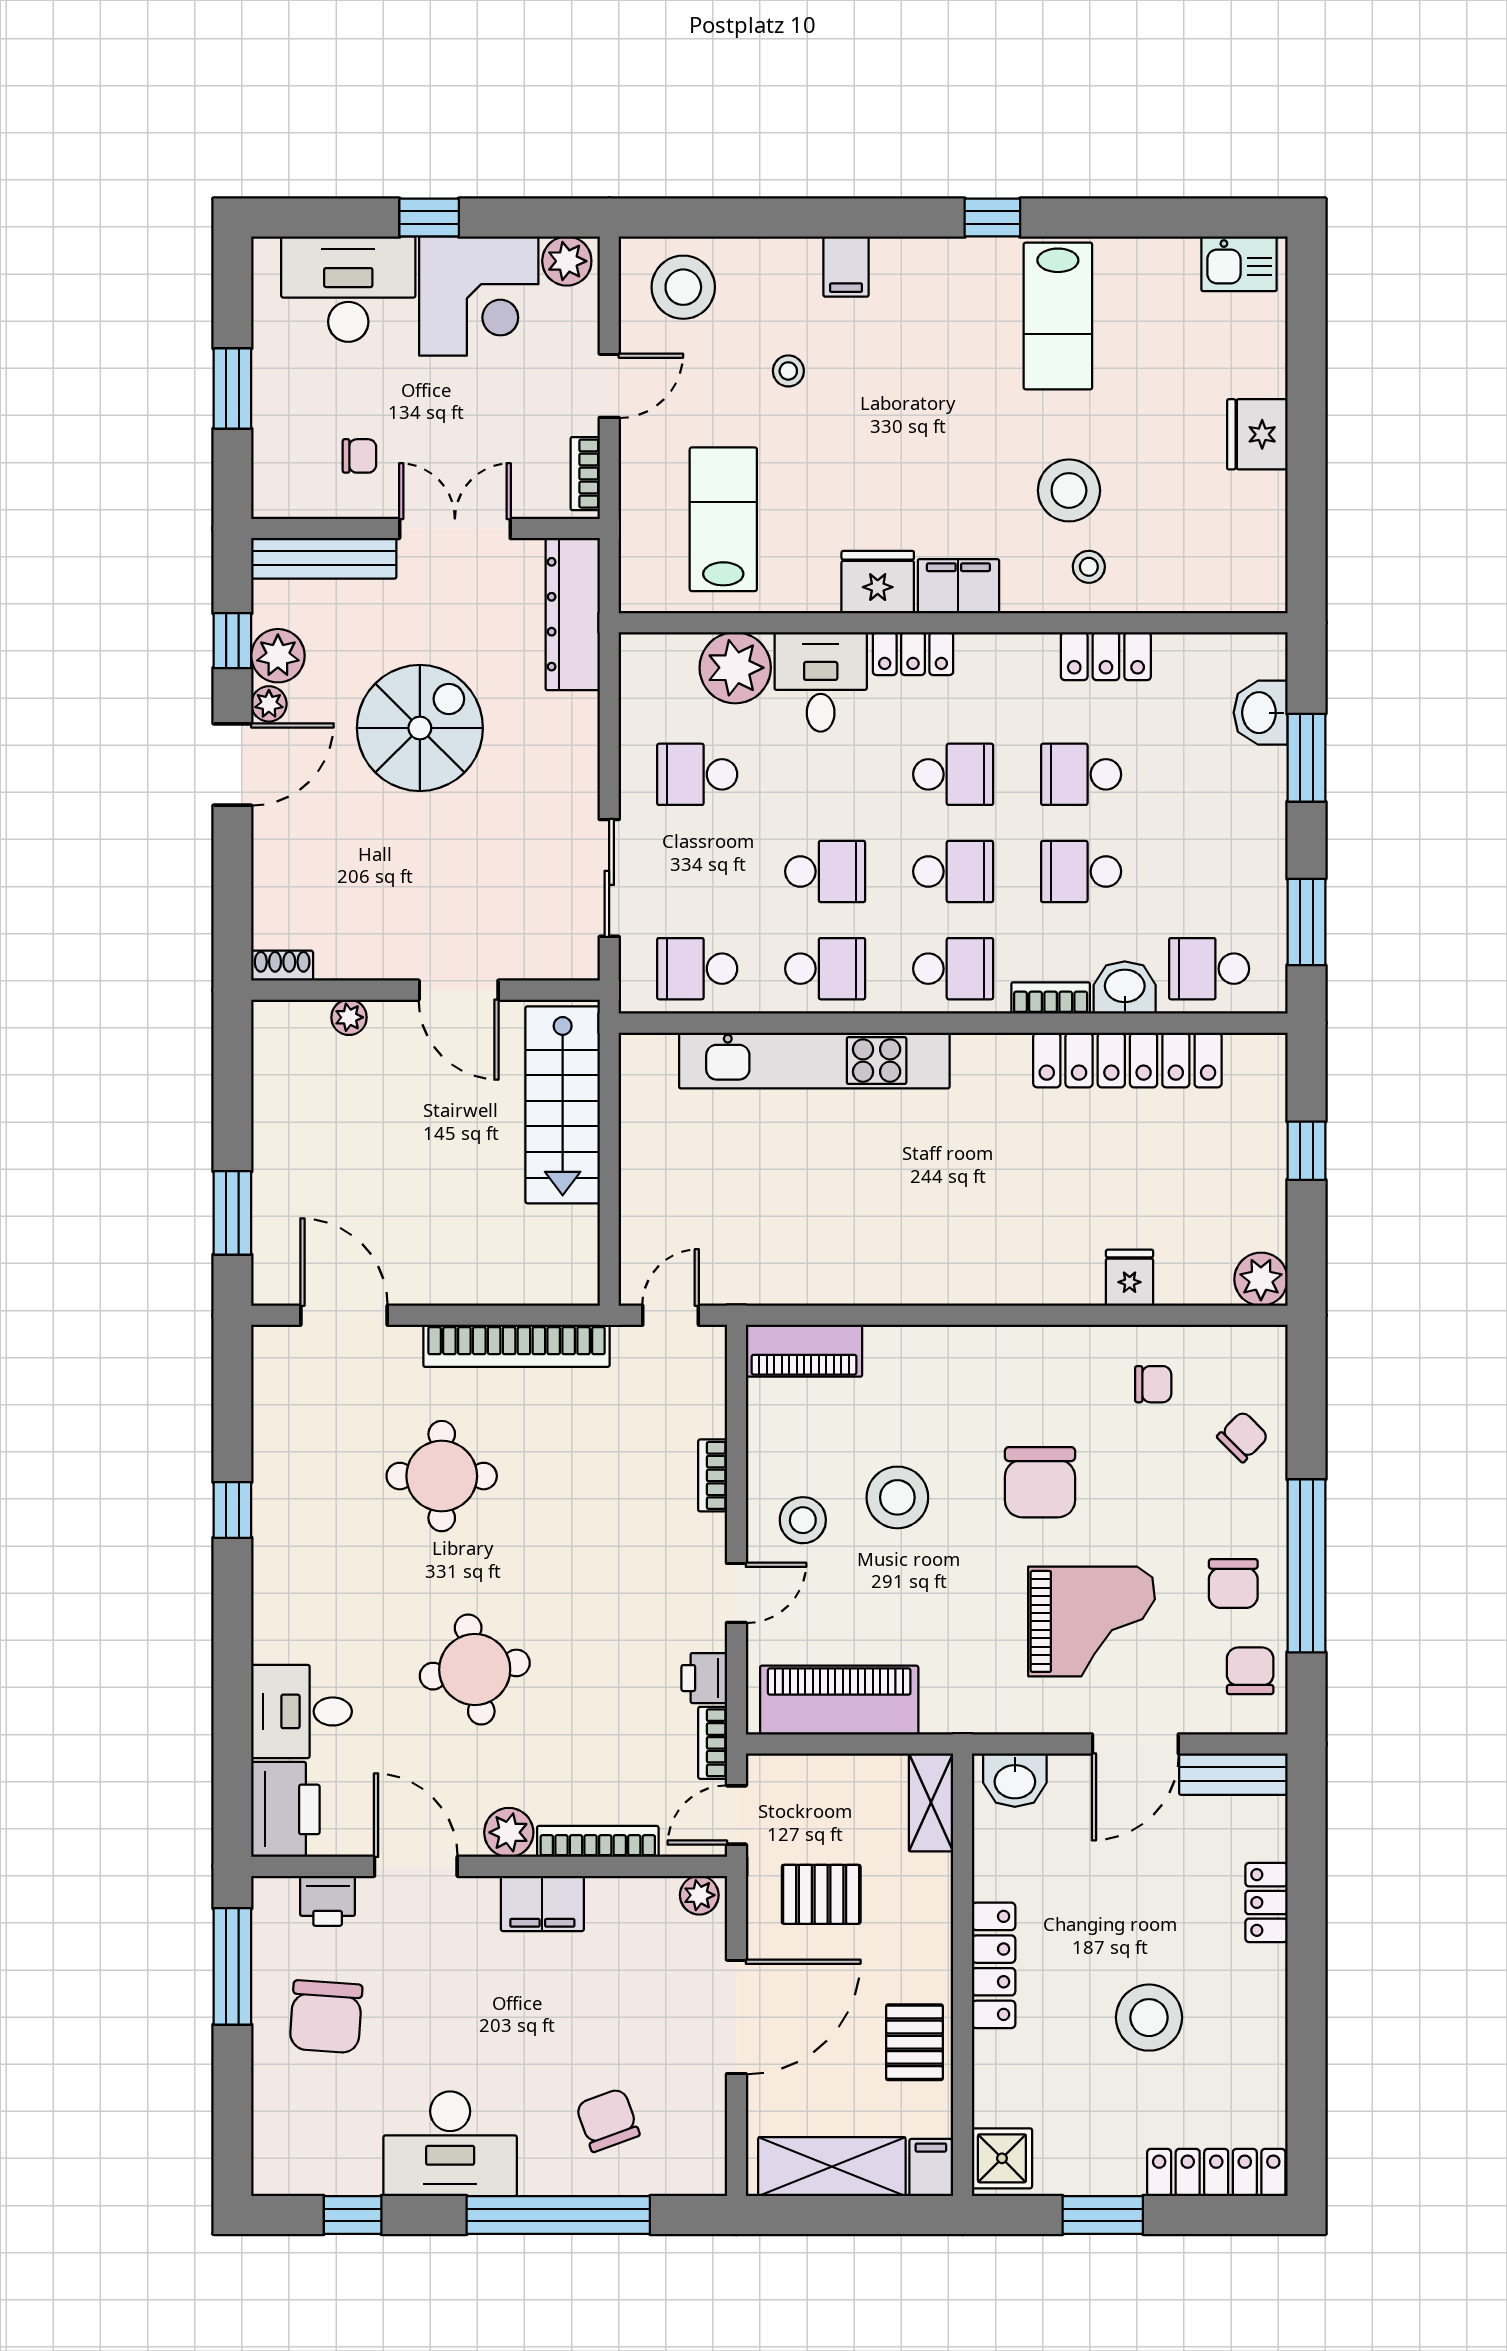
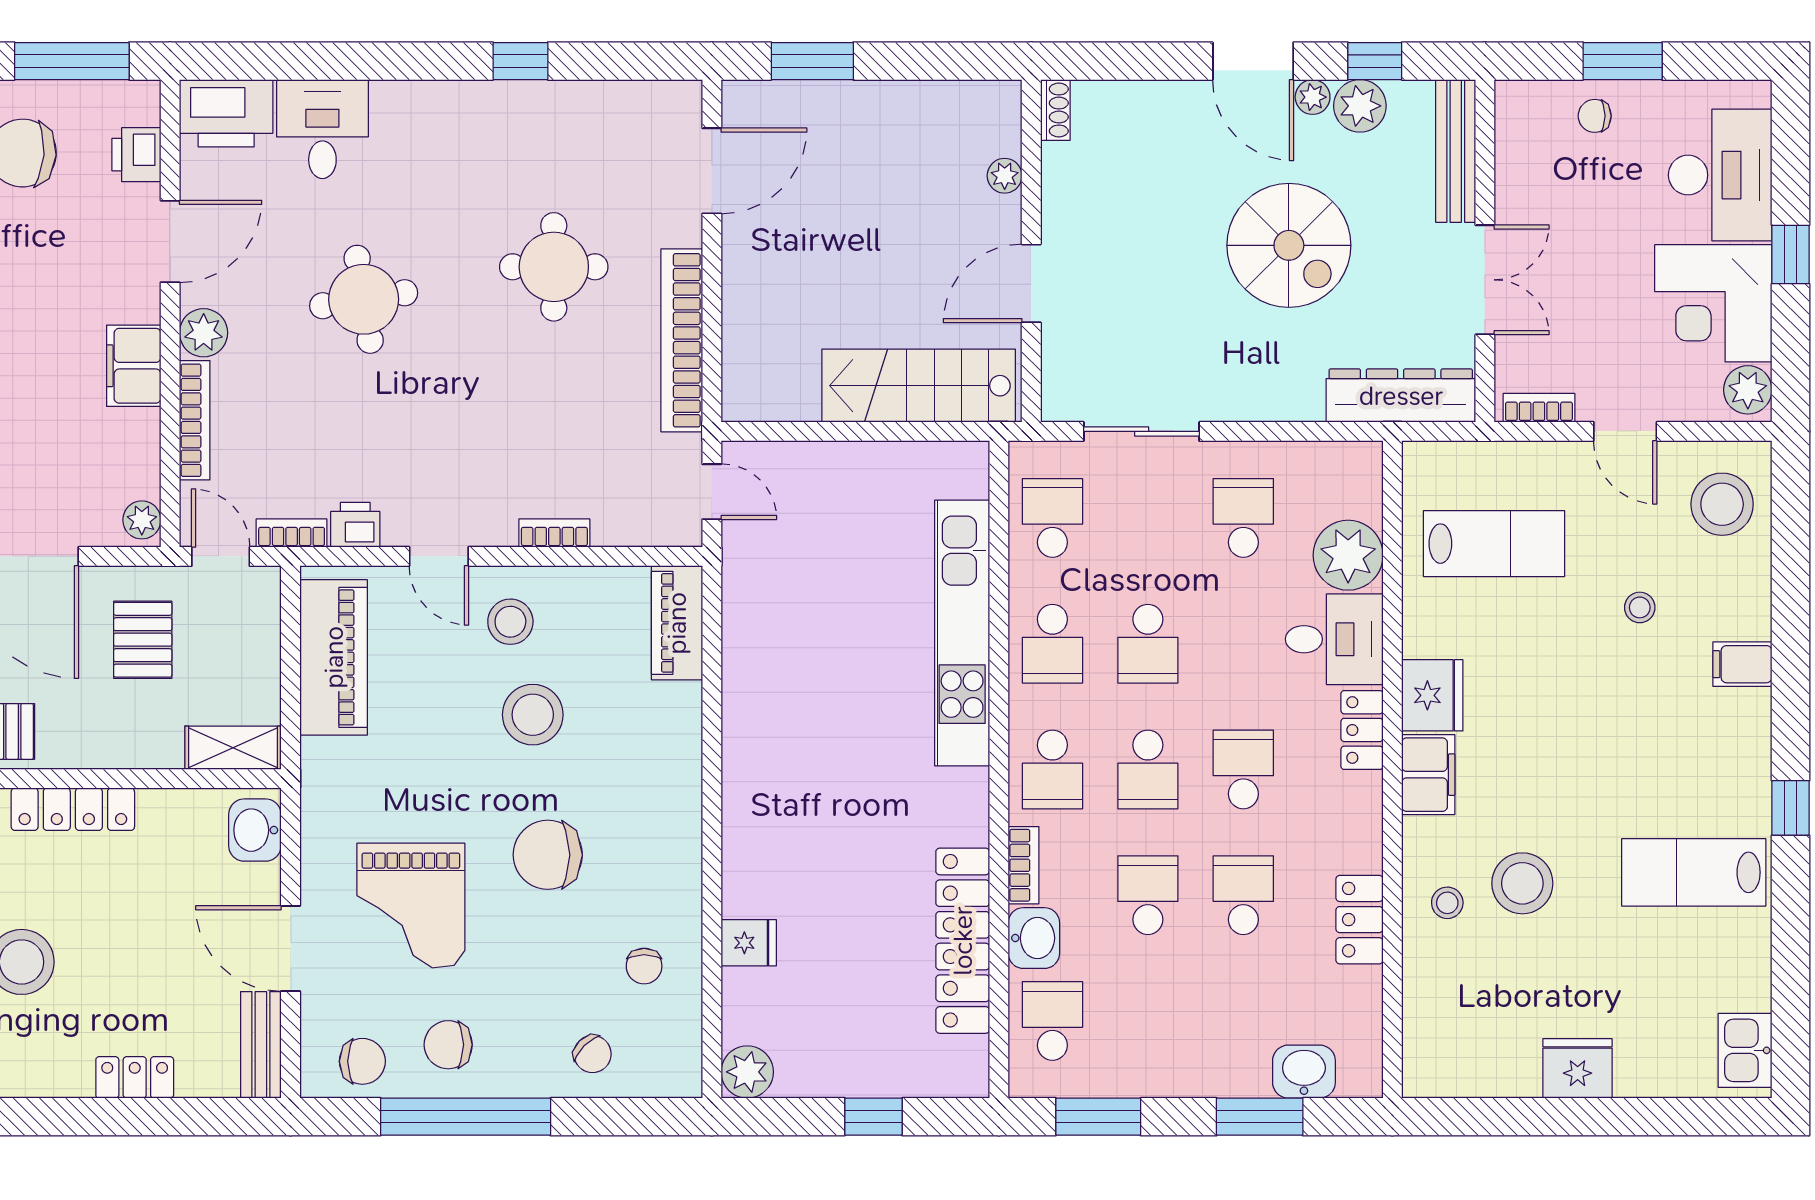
chair: (359, 456) -> (1595, 116), moved, turned 90
school desk: (953, 774) -> (1243, 769), turned 180

